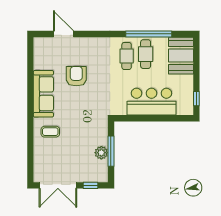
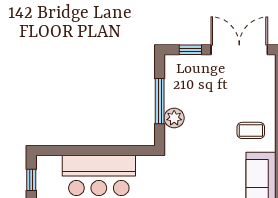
plant: (101, 153) -> (174, 118), moved

